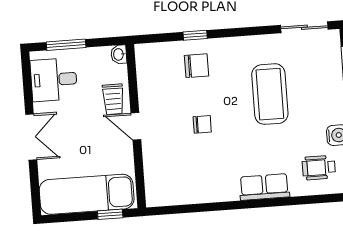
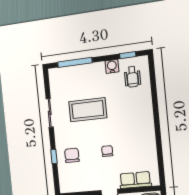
sliding door: (304, 27) -> (50, 113), moved
row of seats: (264, 187) -> (135, 180), moved, turned 90

